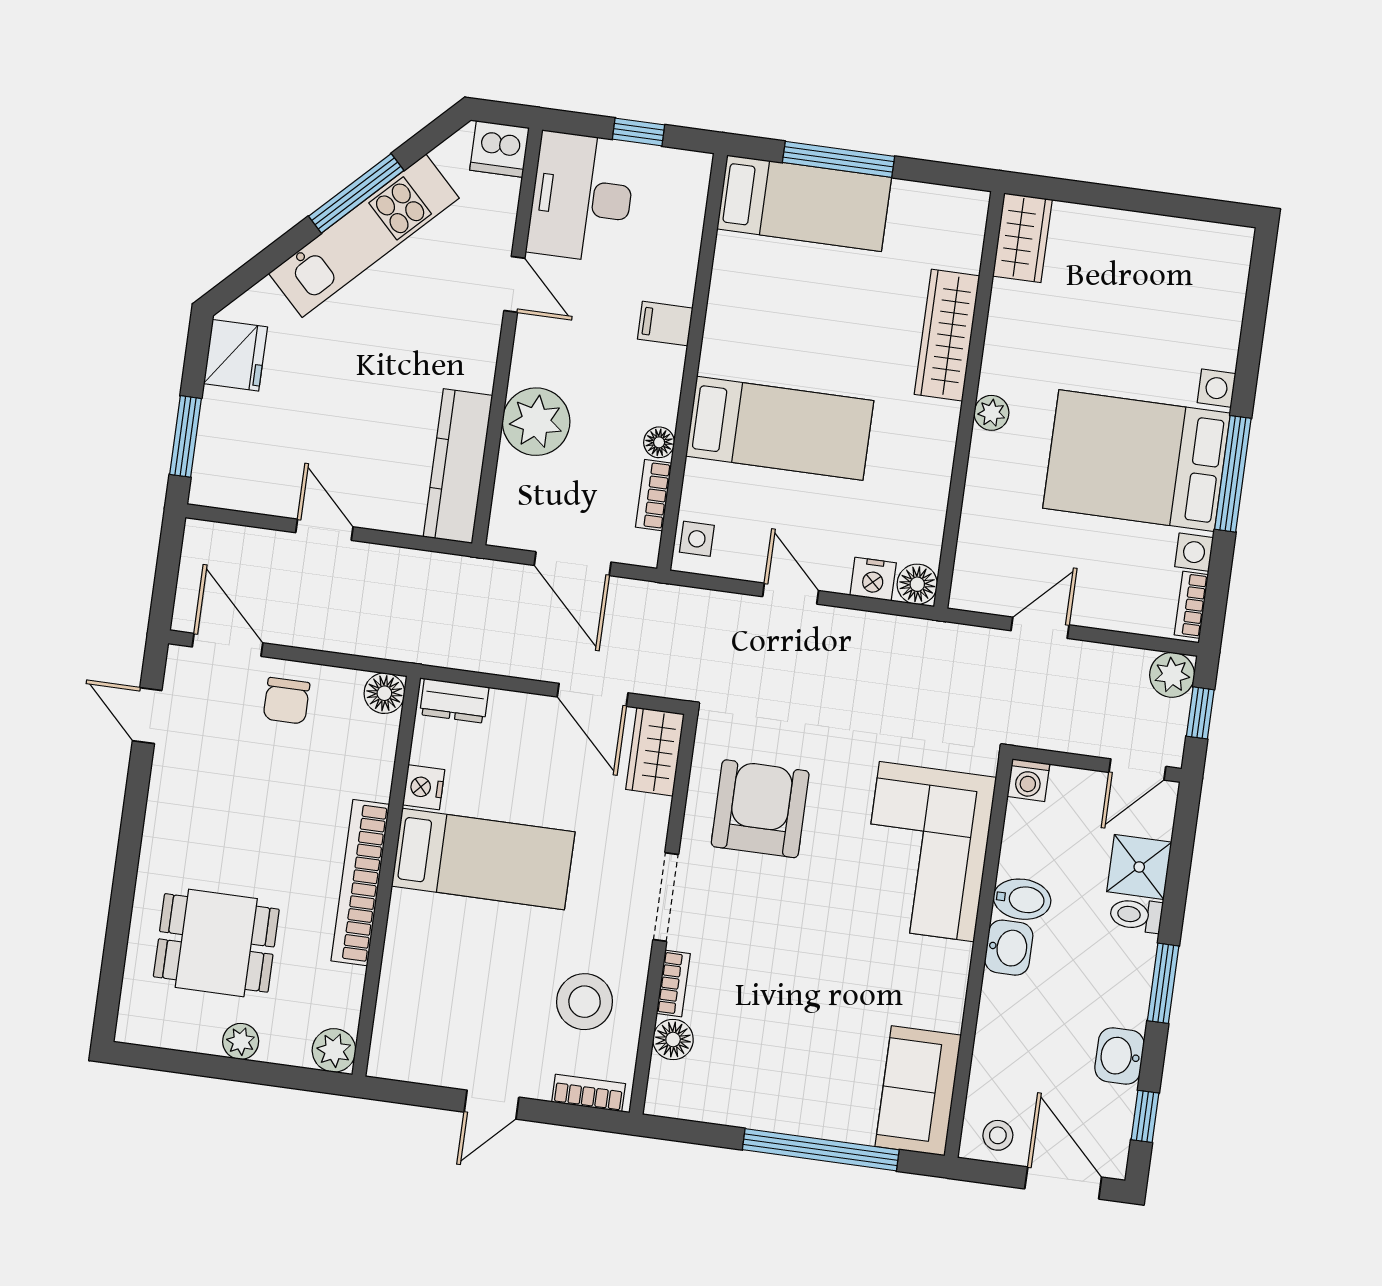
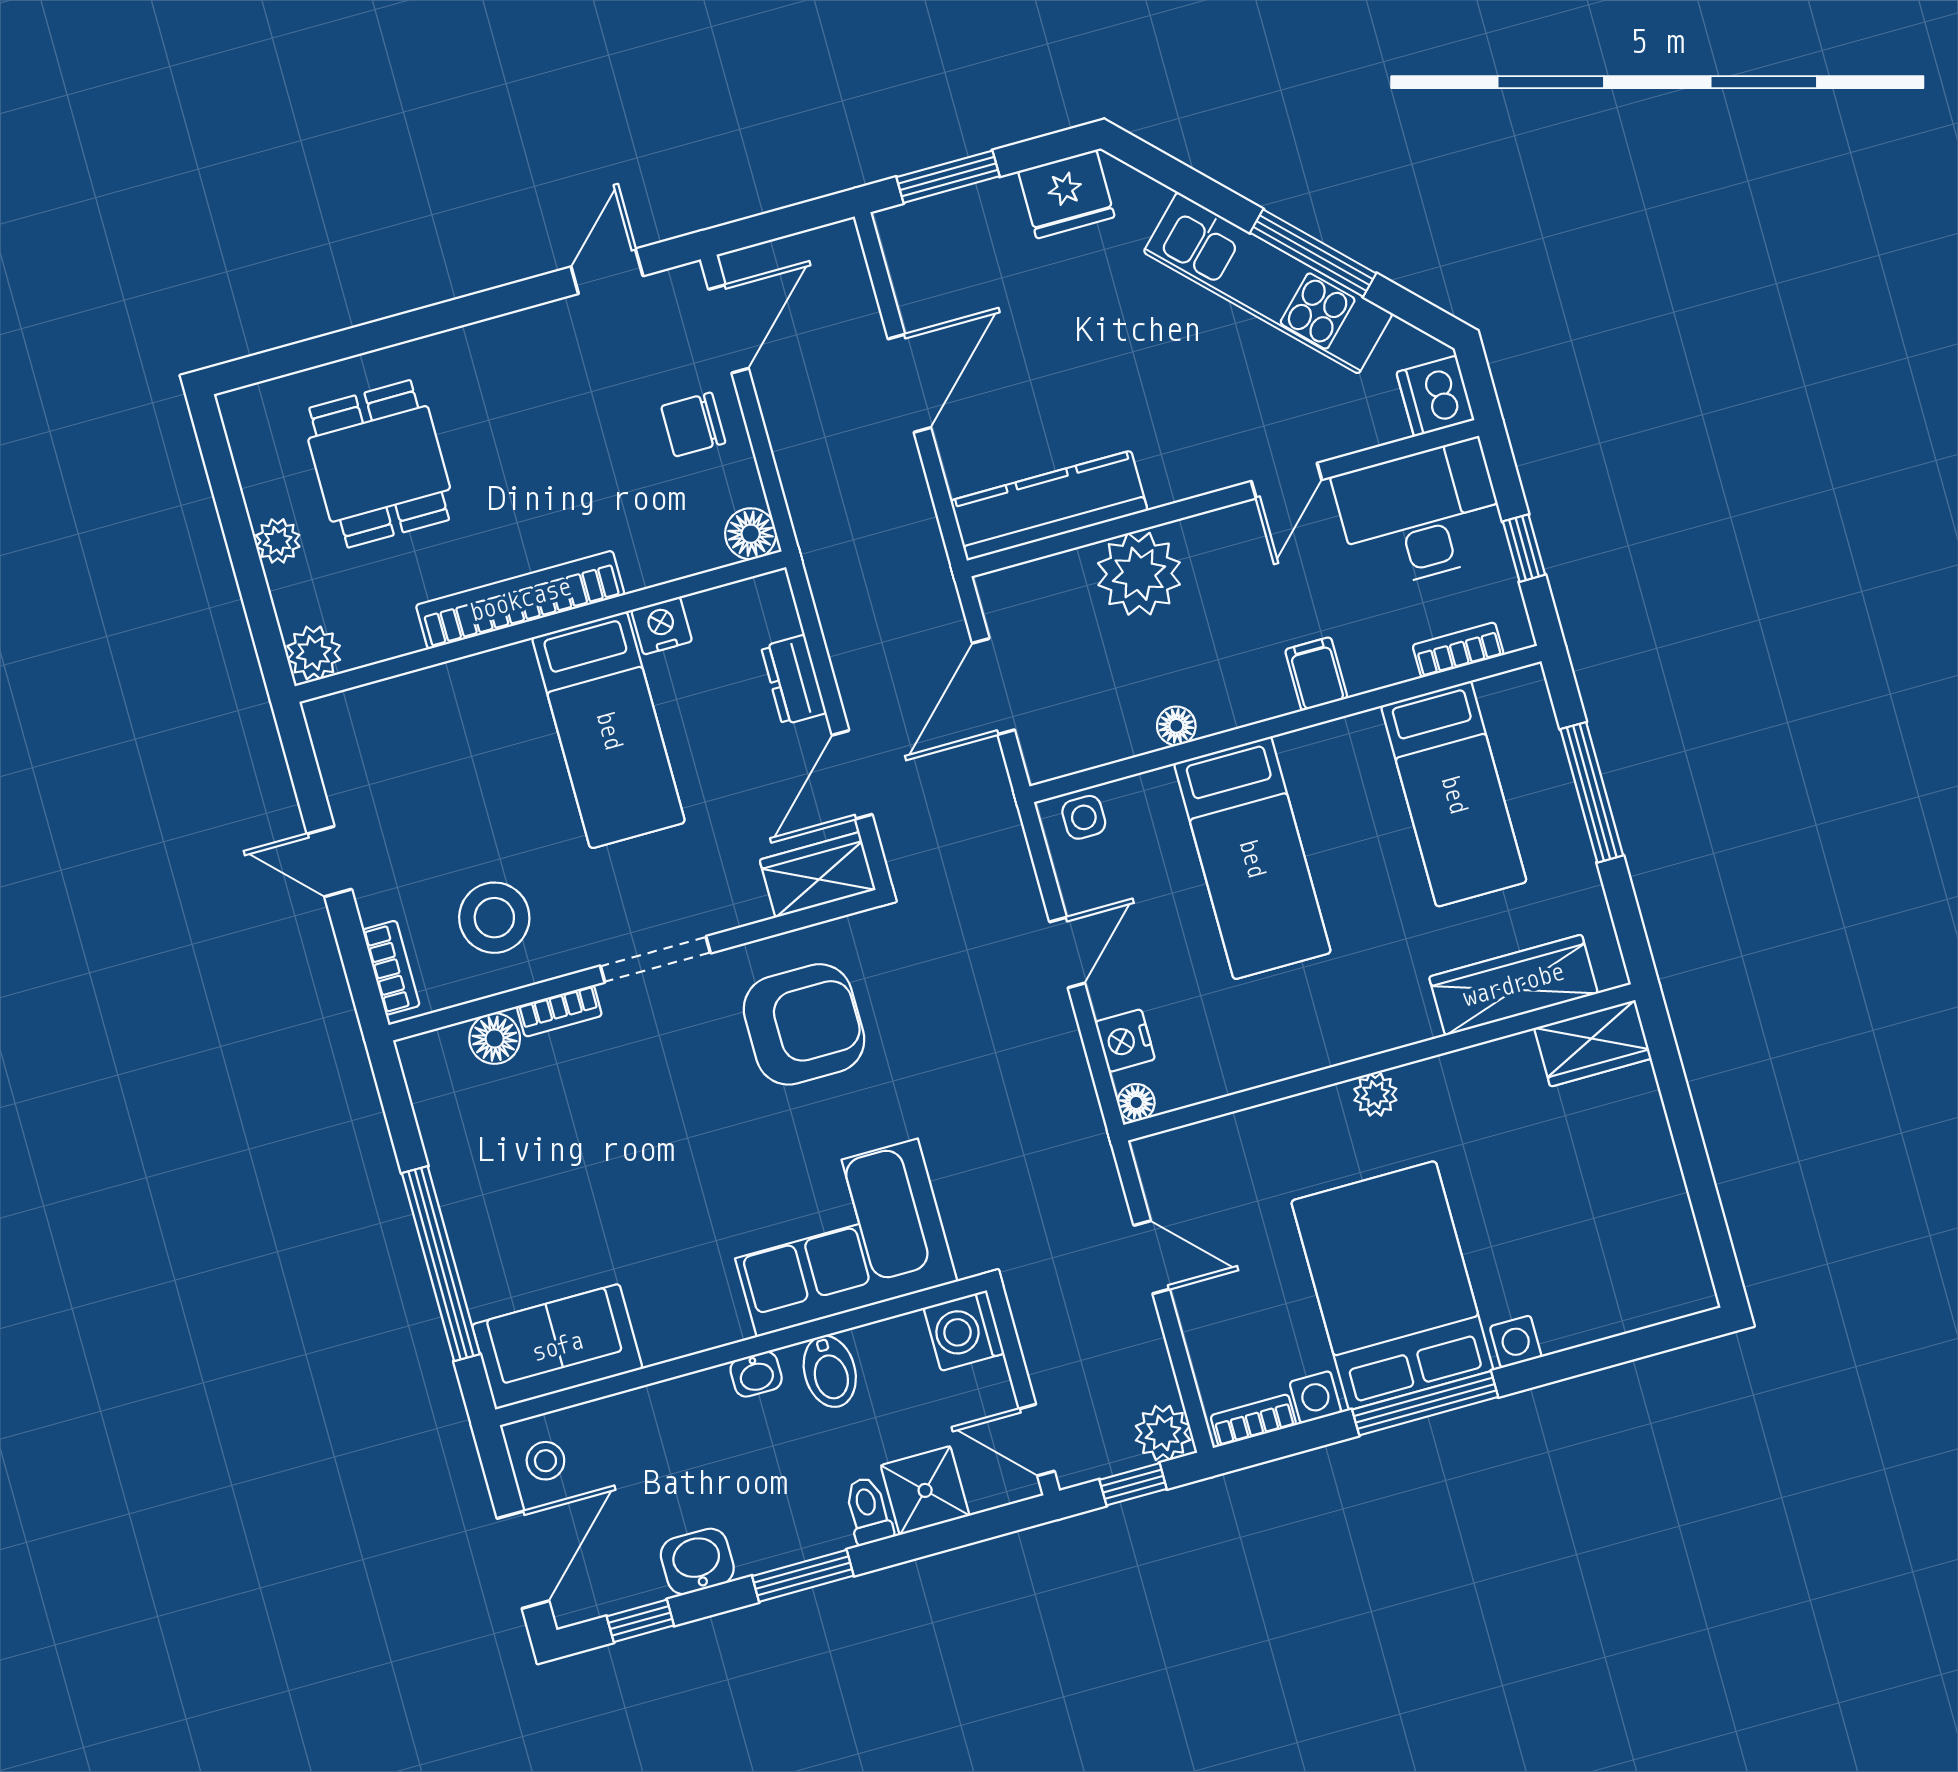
bed: (804, 203) -> (1454, 794), moved
wardrobe: (947, 335) -> (1513, 985), moved
bookcase: (654, 495) -> (1458, 650), moved
door: (324, 530) -> (909, 383), width x1.38
floor lamp: (917, 584) -> (1136, 1102), width x0.73, depth x0.73
dresser: (454, 701) -> (794, 680), moved
washing machine: (1028, 780) -> (964, 1331), width x1.38, depth x1.38
washbasin: (1009, 948) -> (756, 1374), width x0.72, depth x0.69

